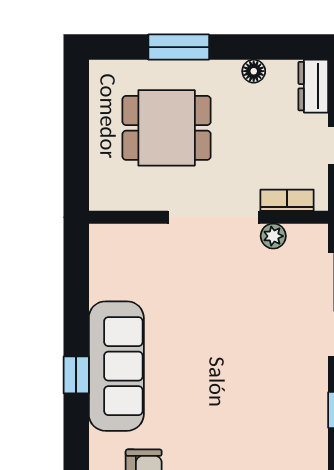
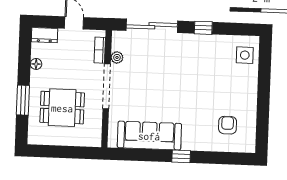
dining table: (167, 128) -> (62, 108), turned 90
sofa: (116, 366) -> (149, 136), moved

